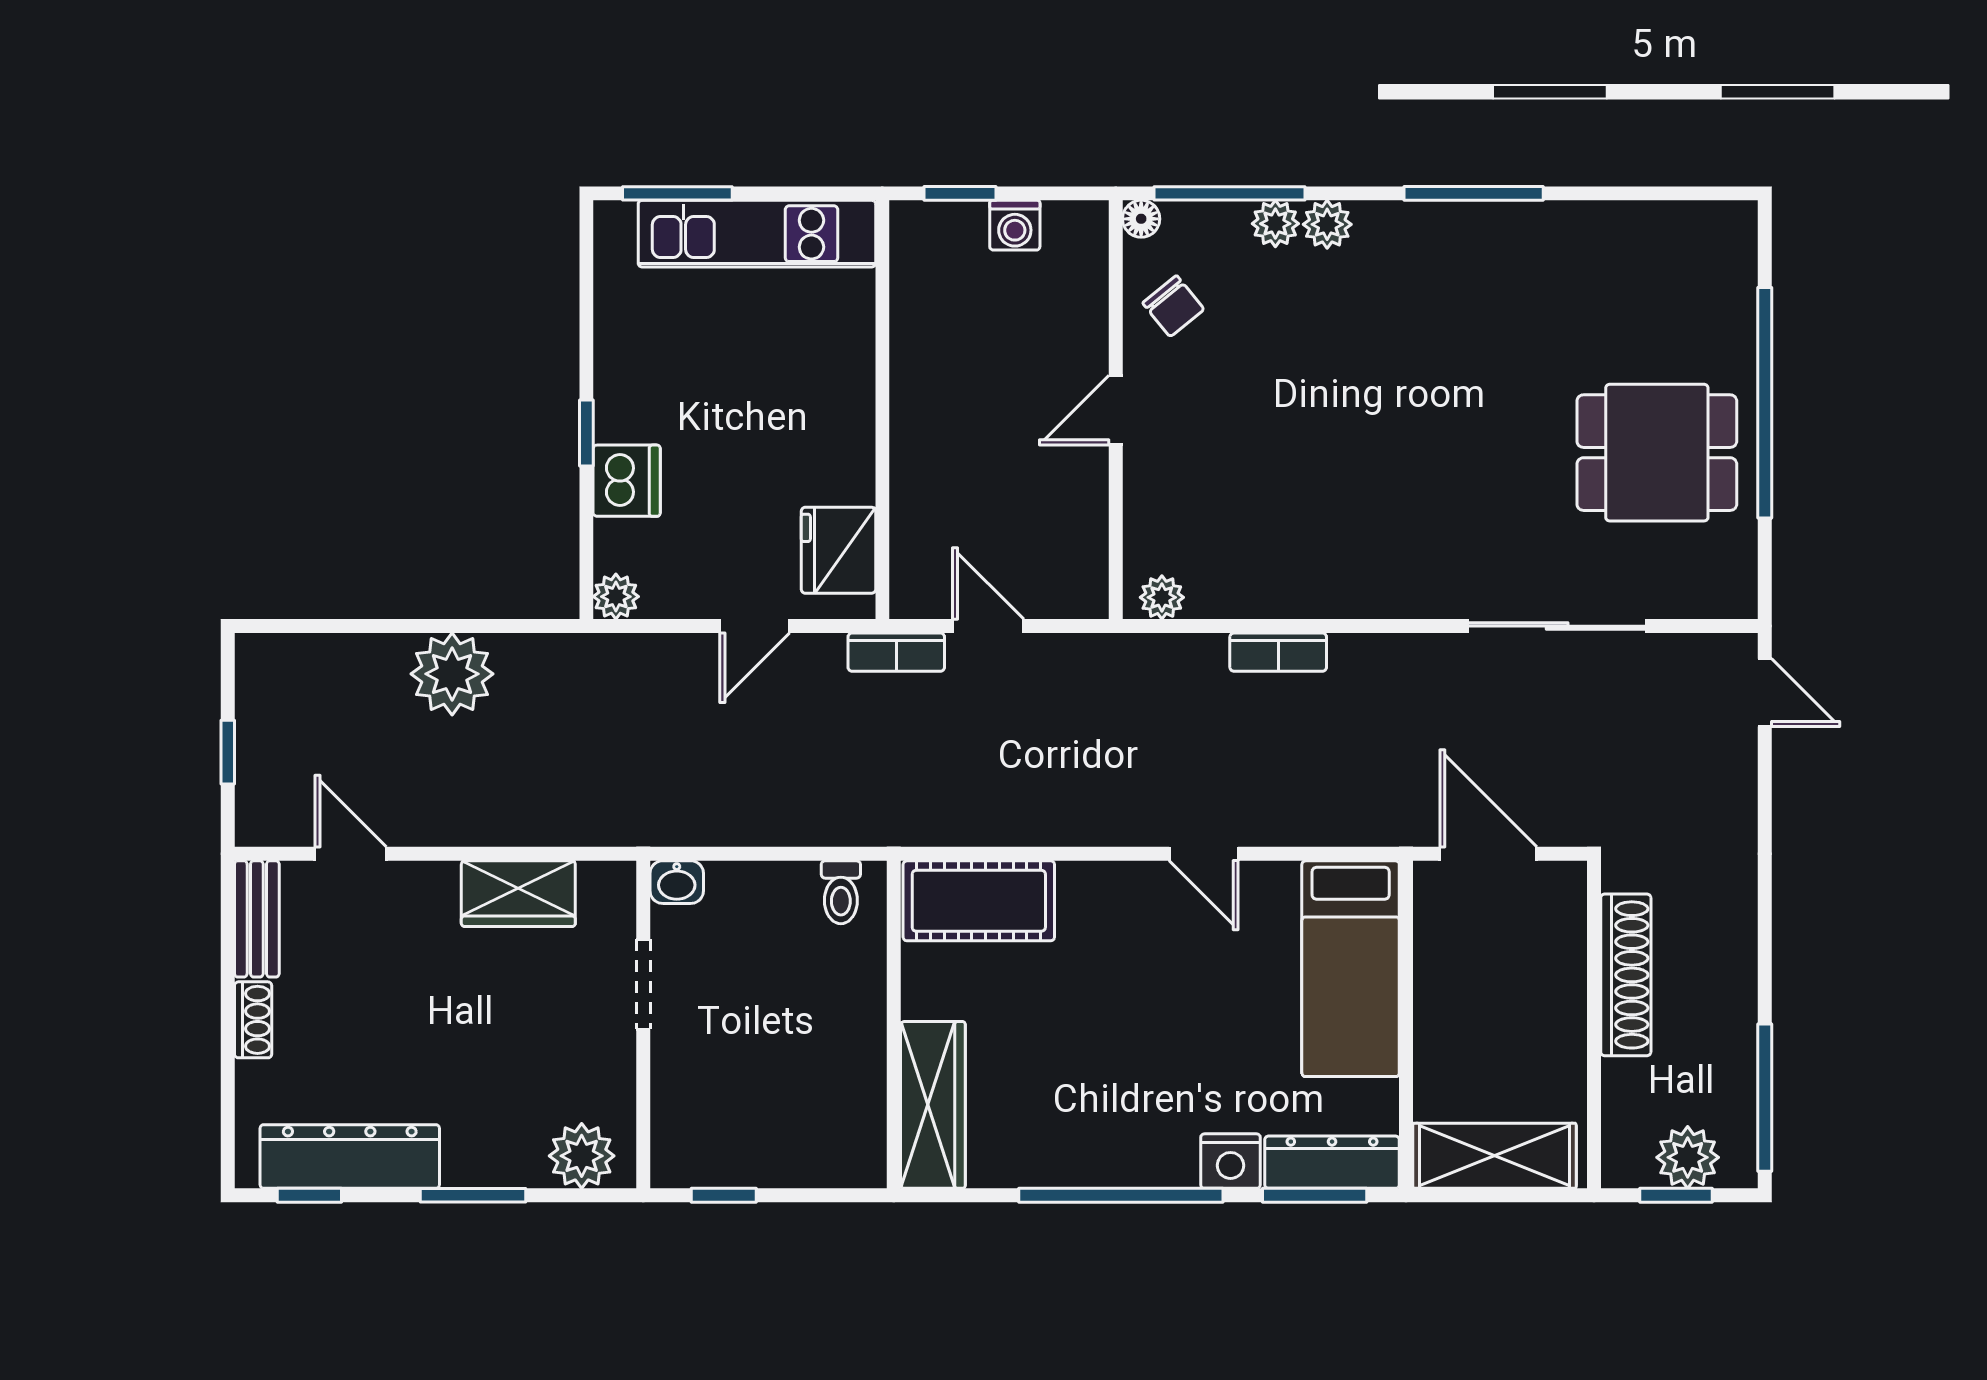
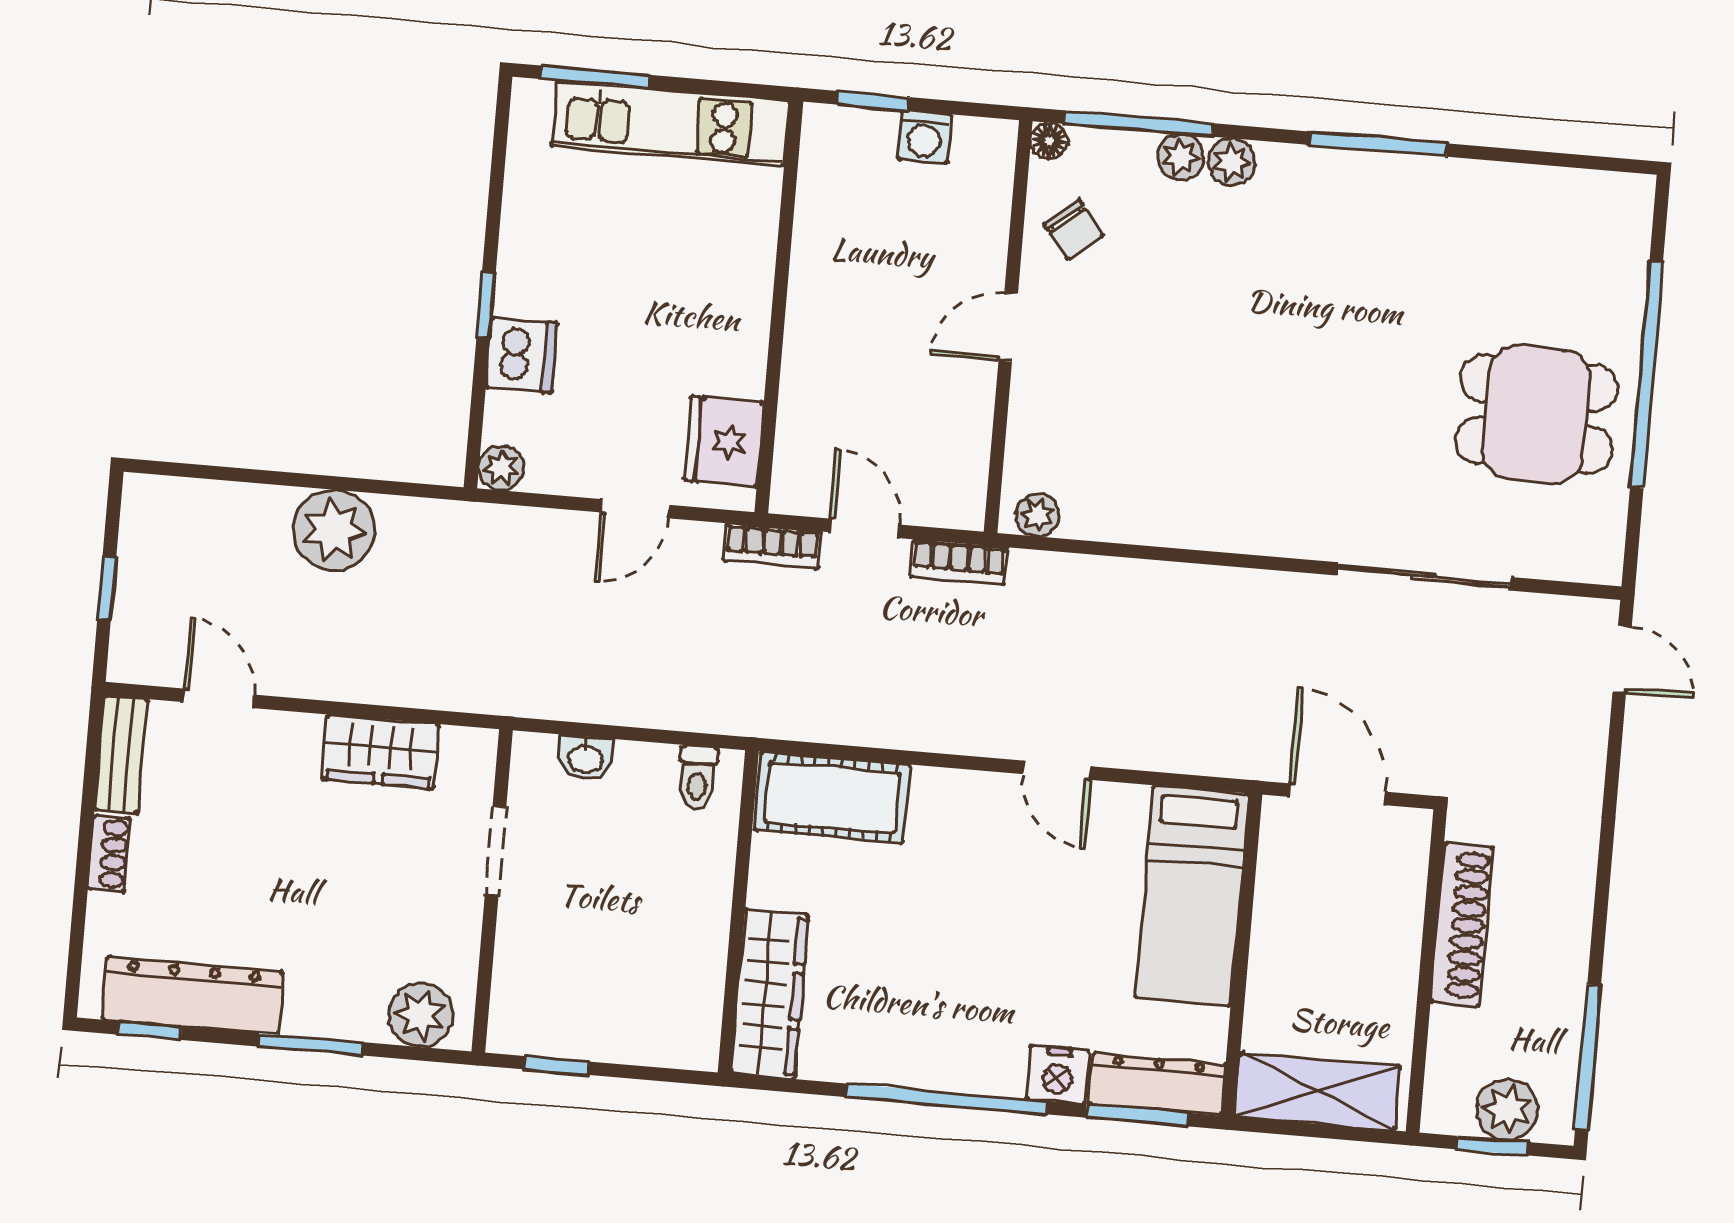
bookcase: (1278, 652) -> (959, 562), moved
washbasin: (677, 882) -> (586, 758), moved

